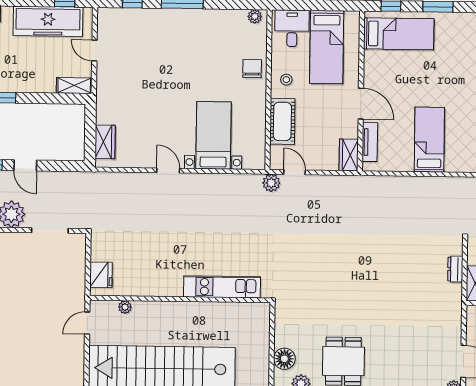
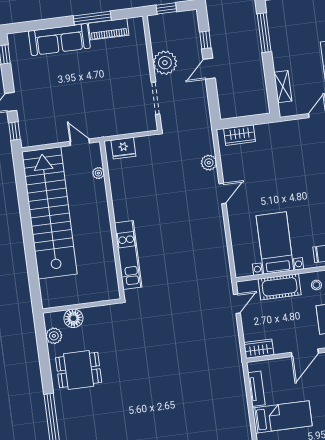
shelving: (74, 86) -> (283, 87), moved
bed with nightstands: (213, 135) -> (275, 243), moved, turned -90
tv unit: (370, 142) -> (256, 389), moved, turned -90
plant: (271, 183) -> (209, 163), moved

